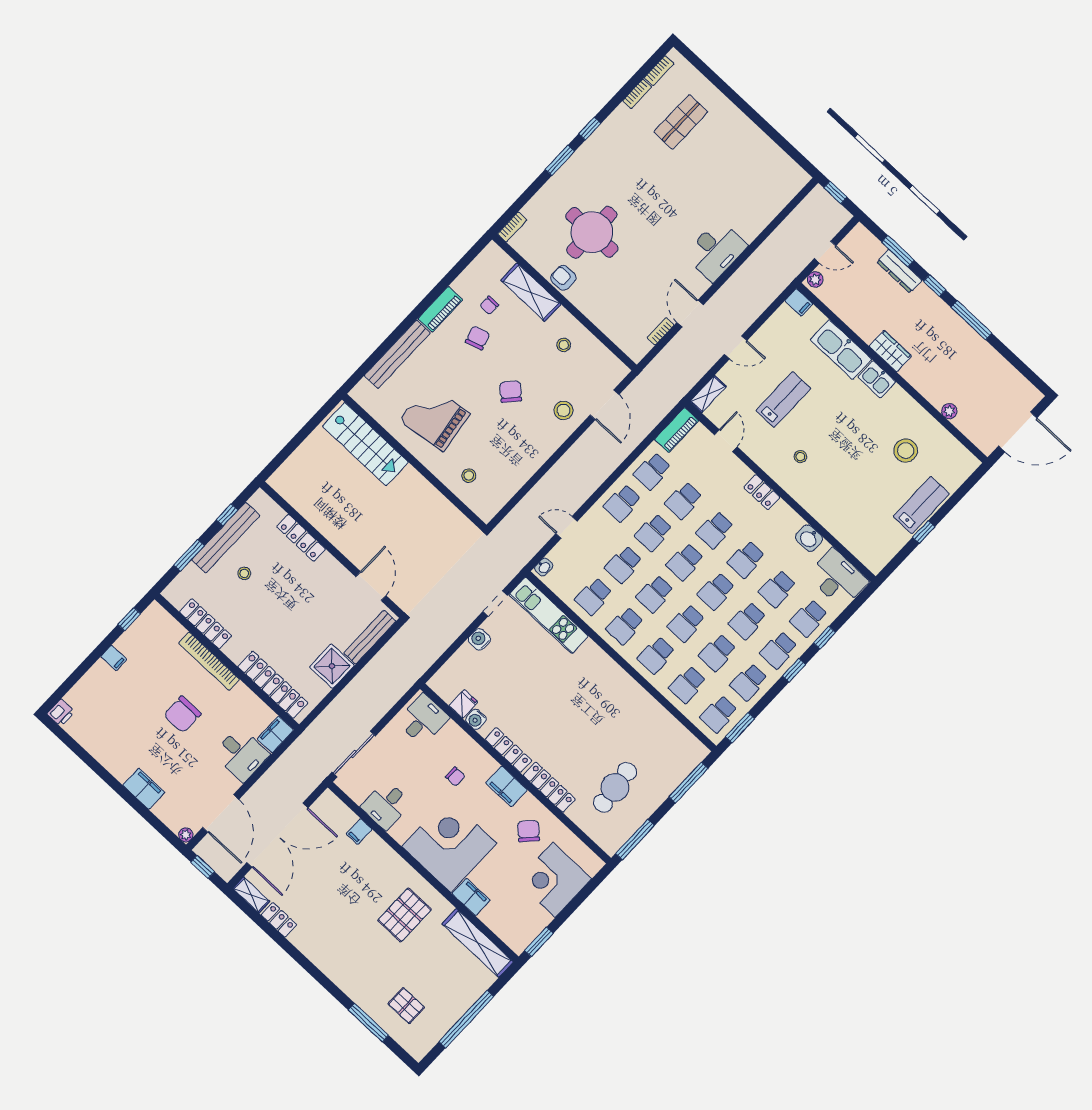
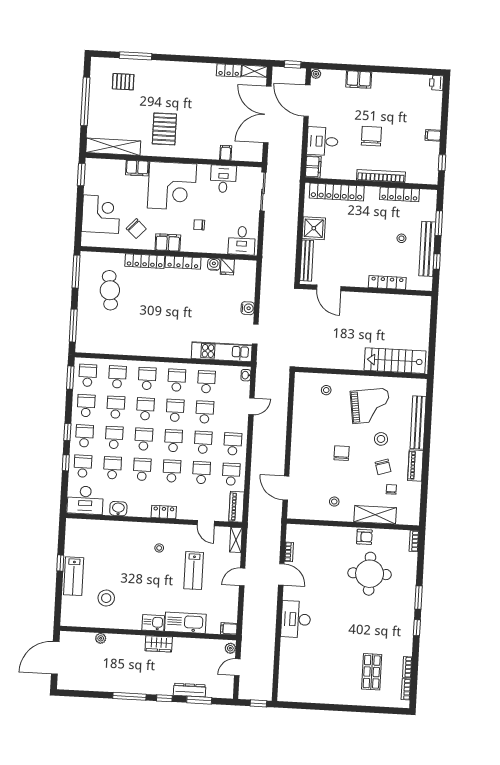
chair: (511, 392) -> (342, 453), turned -132
stool: (564, 410) -> (381, 439), moved

